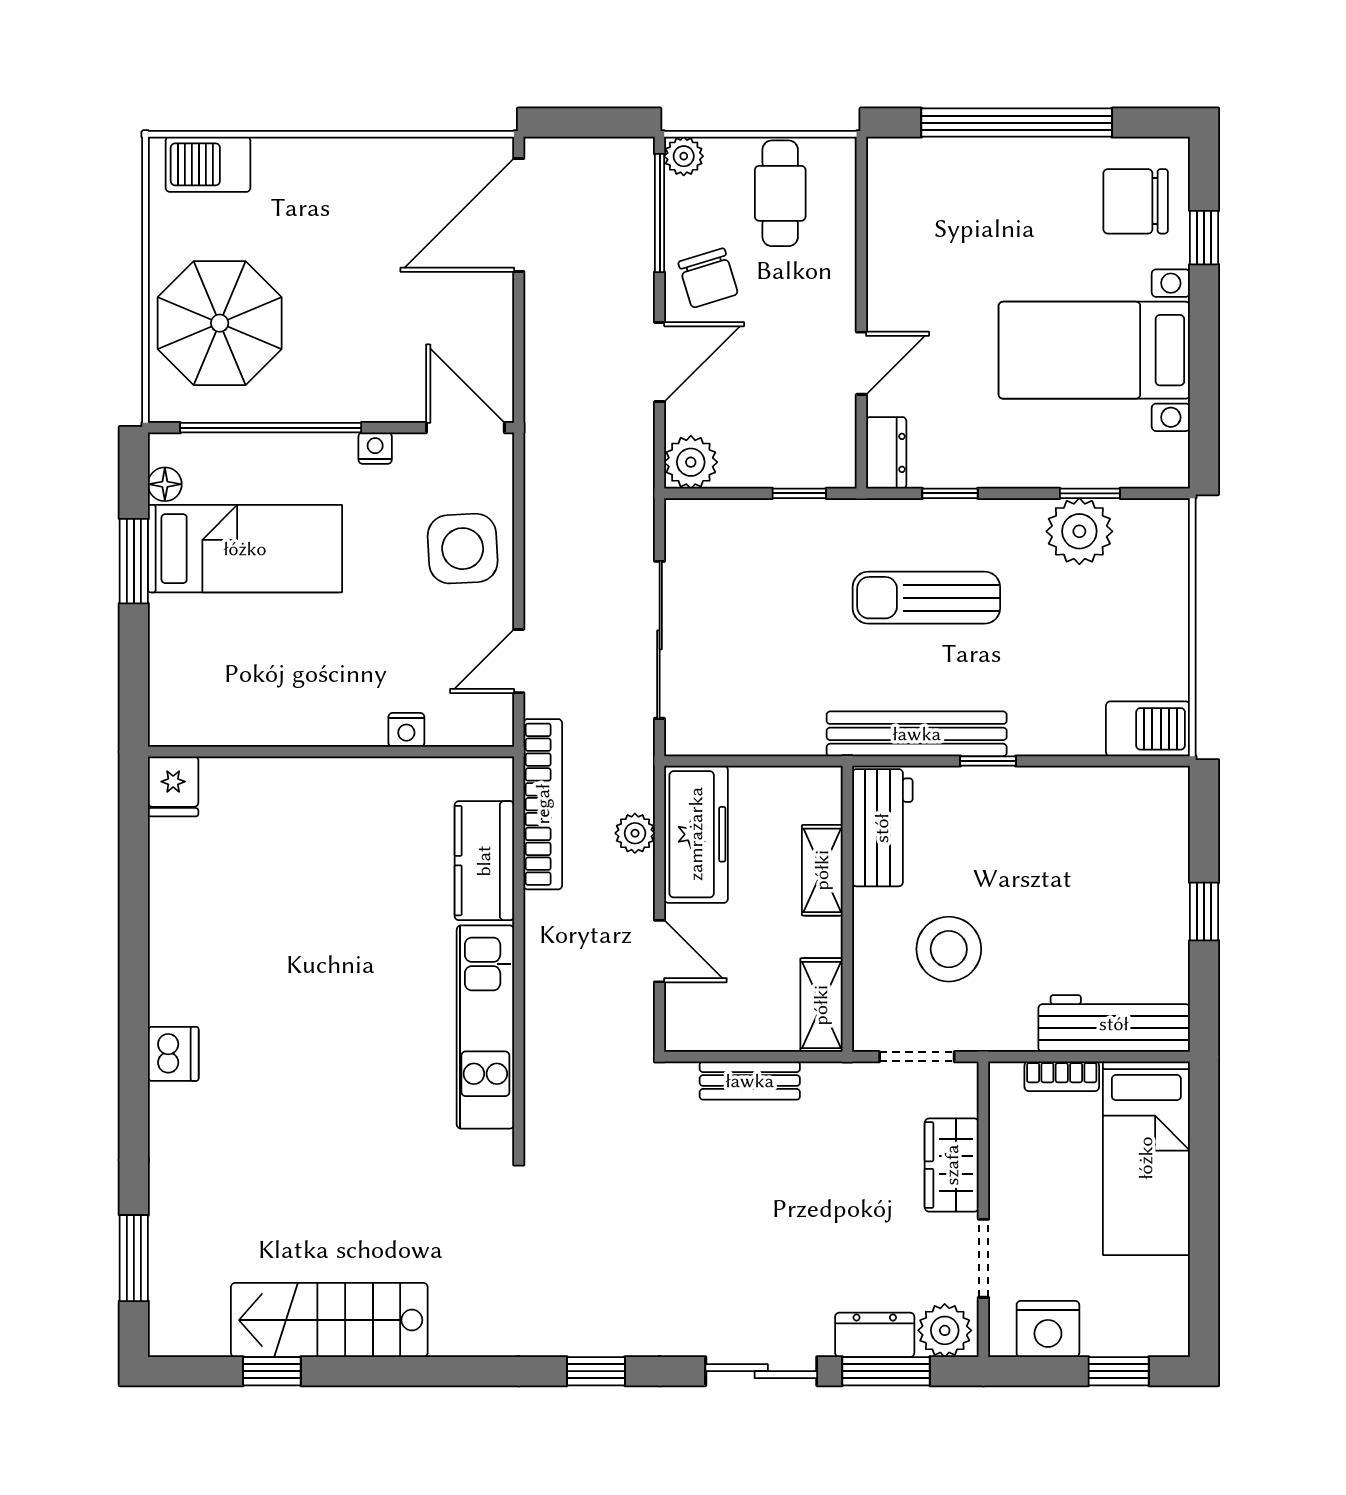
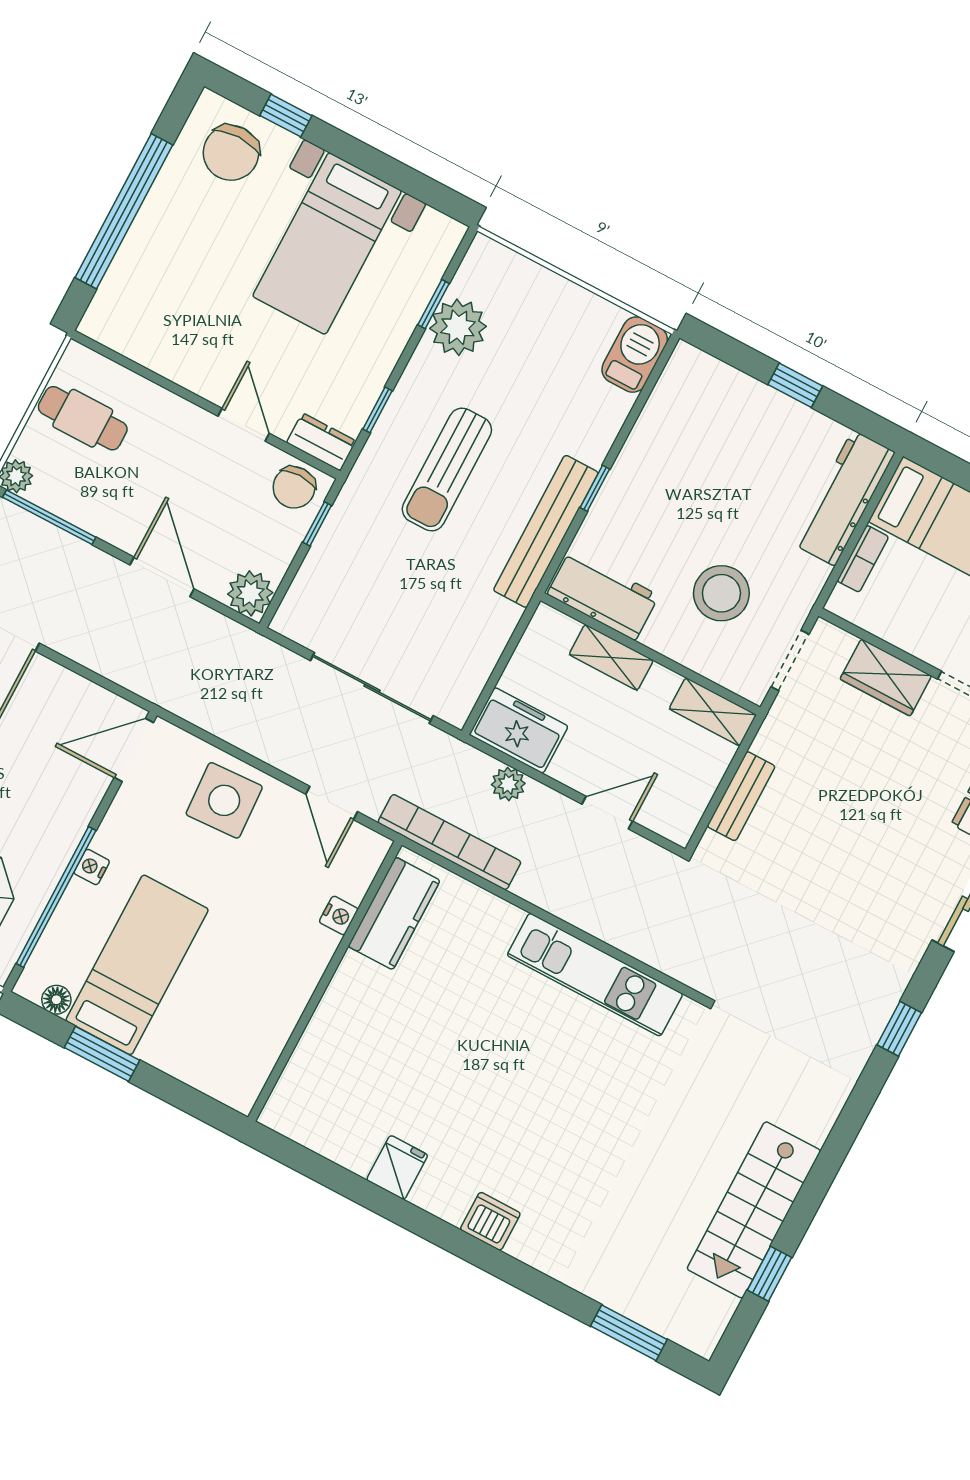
chair: (708, 278) -> (294, 487), moved, turned 107
nightstand: (375, 448) -> (92, 867), moved
fridge: (173, 786) -> (397, 1167), moved, turned -90
freezer: (696, 834) -> (519, 730), width x0.71
kitchen counter: (484, 861) -> (394, 913), moved, turned -90

